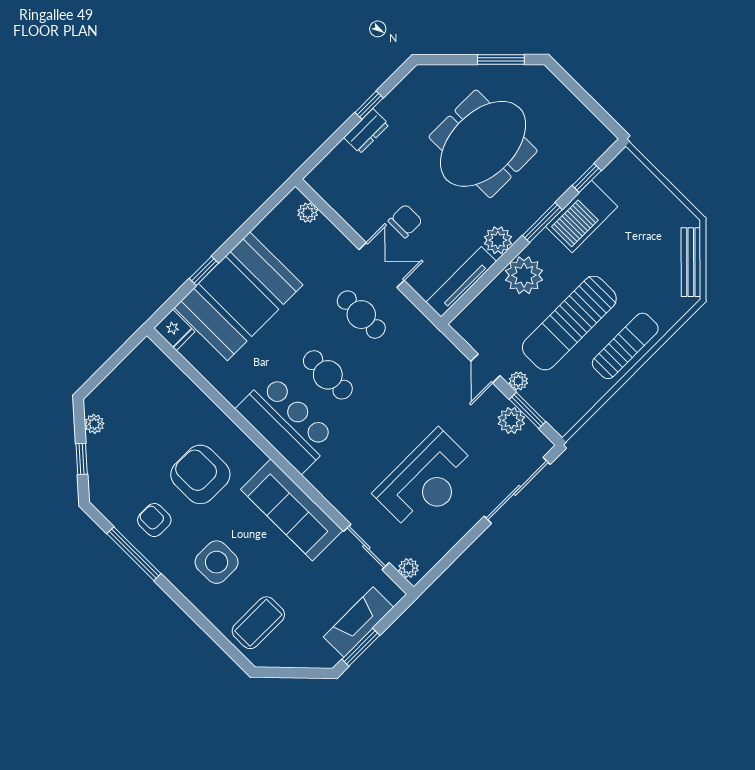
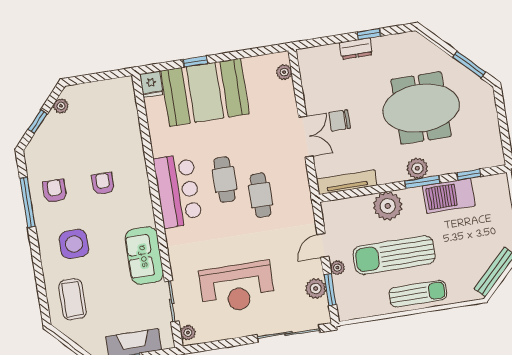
chair: (405, 221) -> (340, 120), turned 180
plant: (498, 240) -> (417, 168), moved
cafe table: (361, 315) -> (261, 195), moved
armchair: (200, 474) -> (103, 184), width x0.53, depth x0.53
sofa: (292, 510) -> (144, 256), width x0.73
coffee table: (258, 623) -> (72, 299), turned 90

